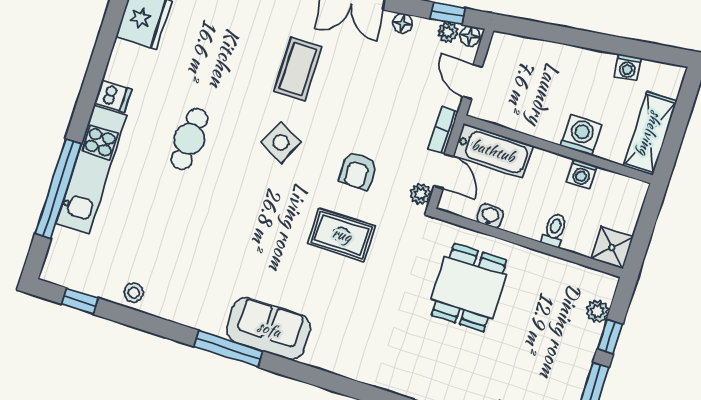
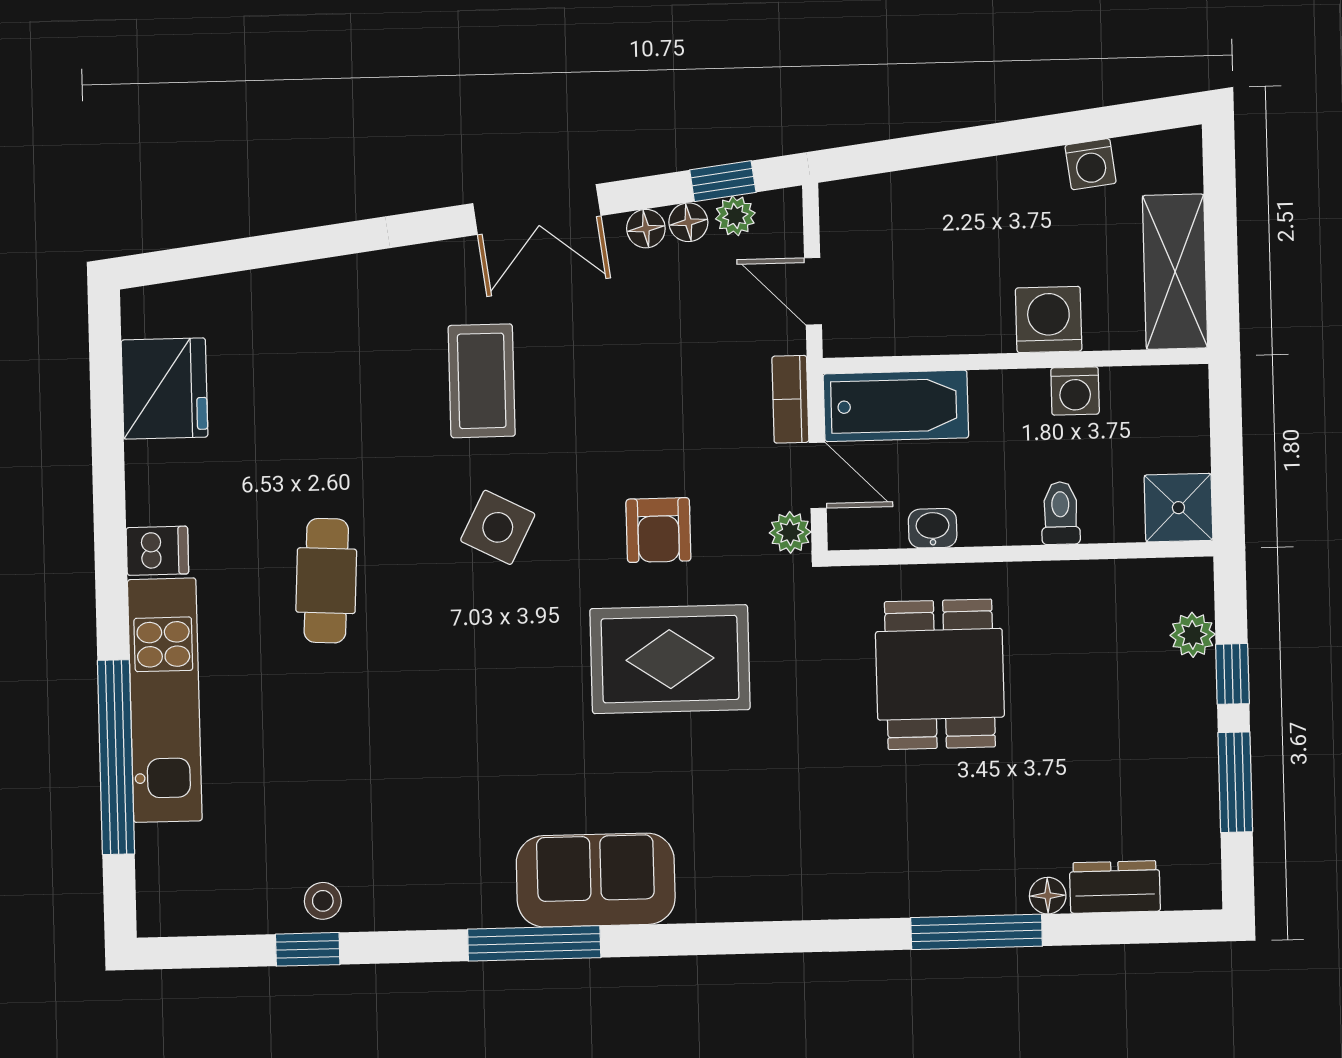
floor lamp: (470, 36) -> (688, 222), moved
rug: (342, 235) -> (670, 659), width x1.36, depth x1.43
window: (80, 301) -> (308, 949), moved

